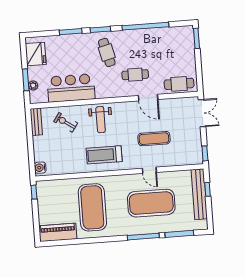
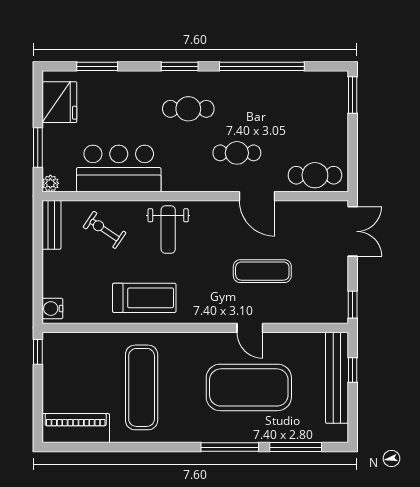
window: (71, 32) -> (97, 66), moved
cafe table: (107, 52) -> (188, 109), turned -76
plant: (33, 86) -> (50, 183), moved
treadmill: (104, 155) -> (144, 298), moved, turned 180
exercise mat: (92, 207) -> (142, 387), width x0.68

